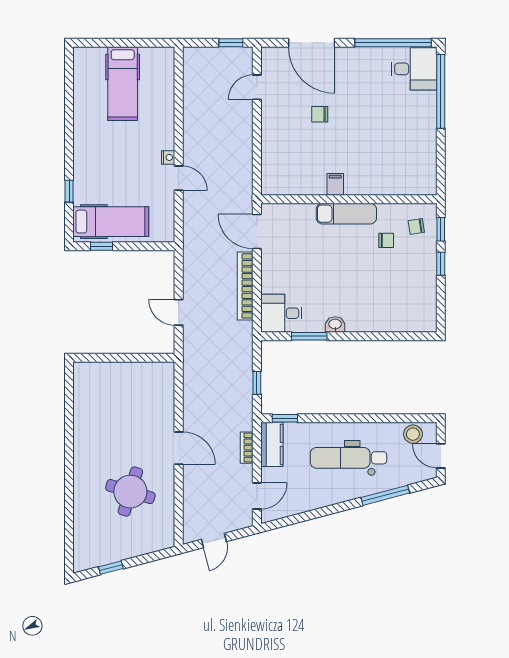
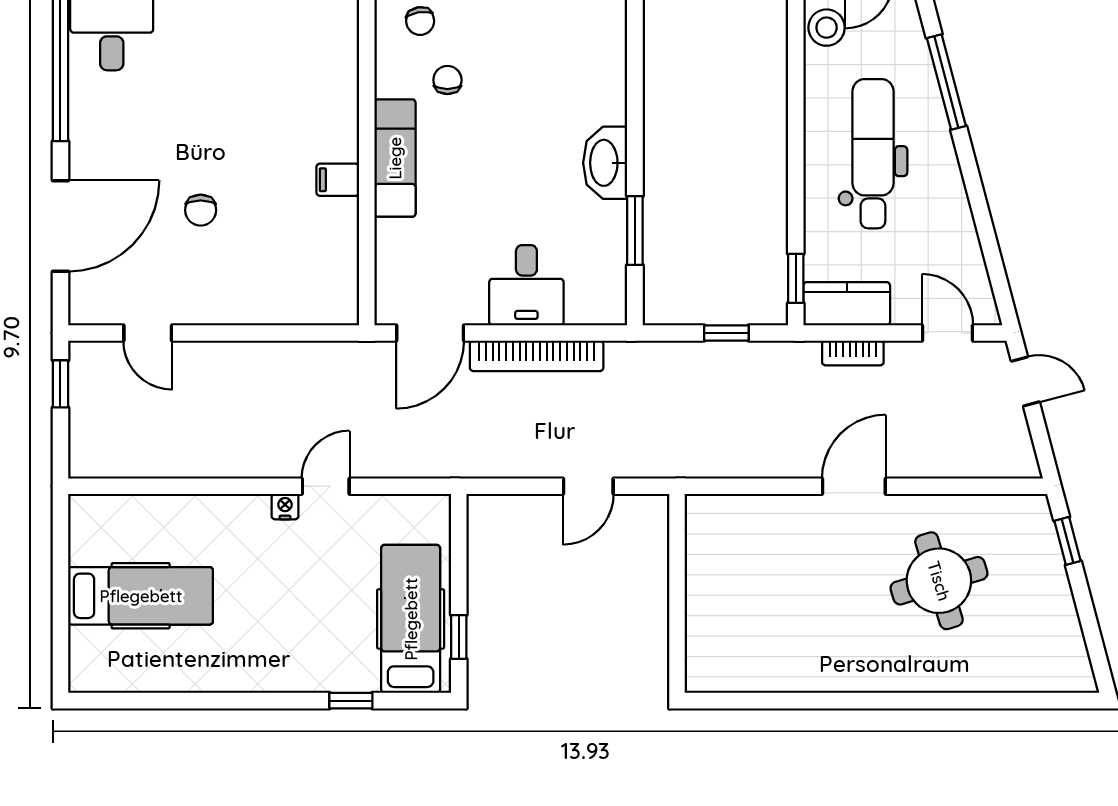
desk: (281, 313) -> (526, 285), moved
washbasin: (335, 324) -> (605, 163), width x1.91, depth x1.45
dental chair: (349, 458) -> (873, 154), turned 180
round table: (130, 492) -> (939, 581), turned -34
door: (214, 541) -> (1025, 382), moved
window: (111, 568) -> (1067, 541), moved

